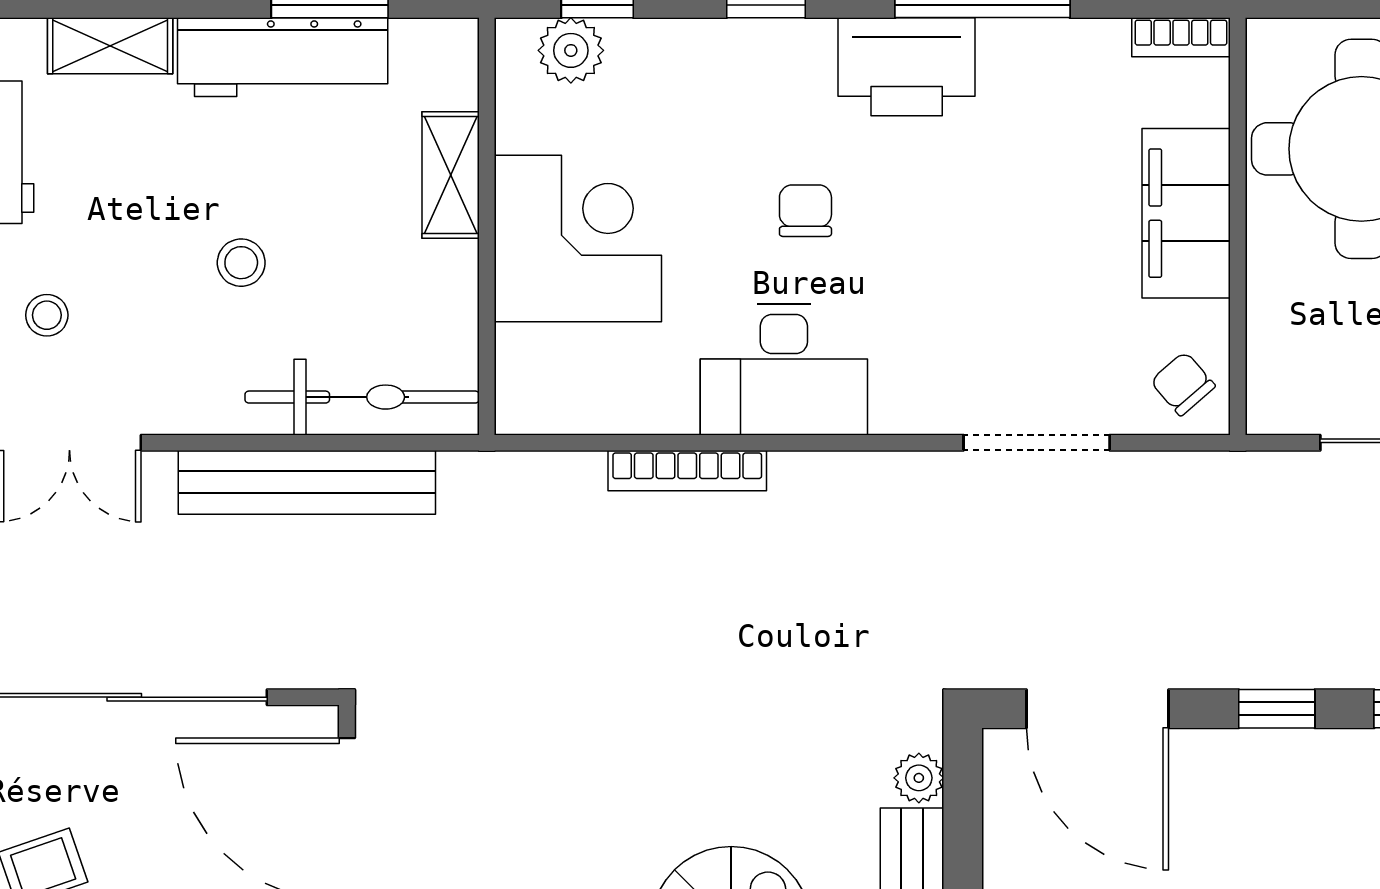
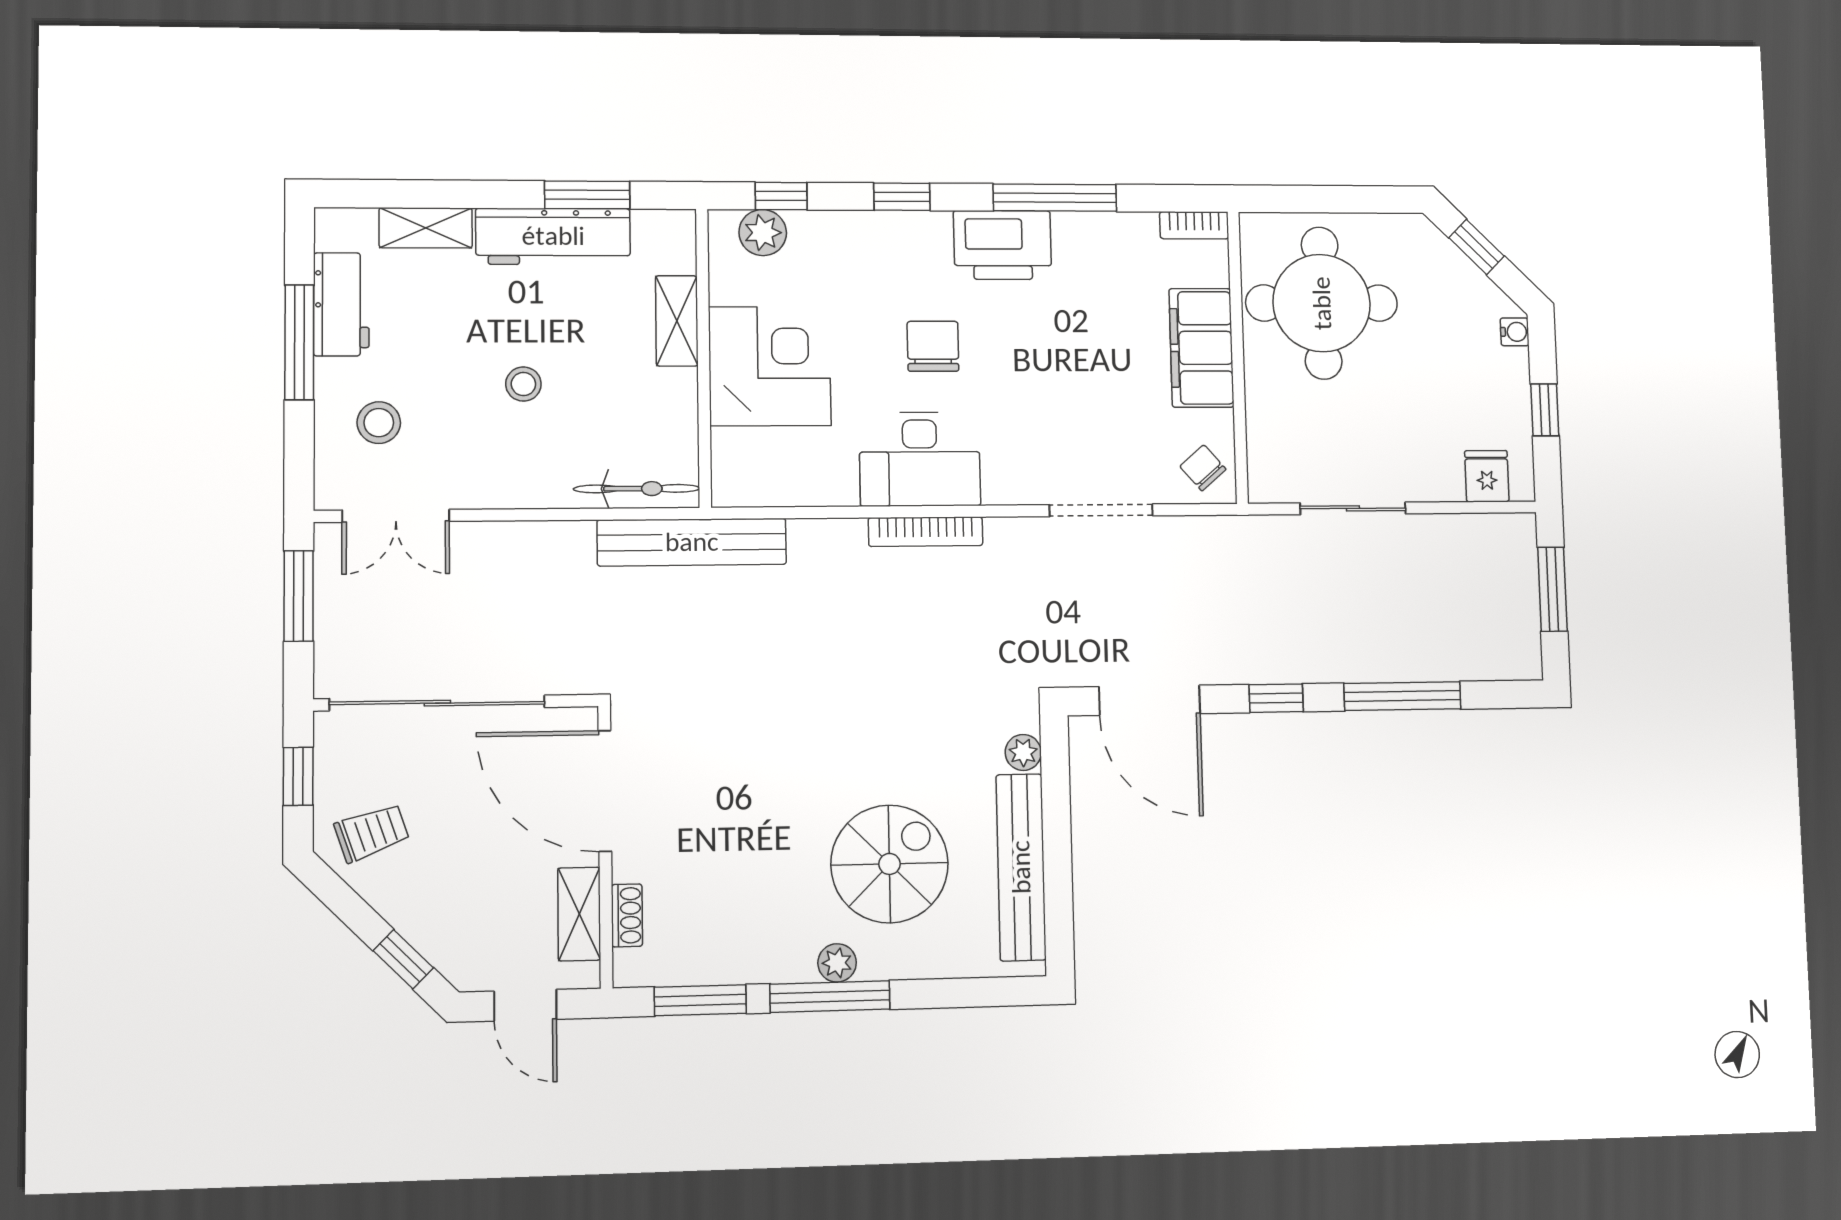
chair: (805, 211) -> (933, 346), width x1.37, depth x1.37
stool: (47, 315) -> (379, 423), width x1.37, depth x1.37
bicycle: (362, 397) -> (637, 489), width x0.73, depth x0.71
bookcase: (687, 471) -> (926, 532), moved
bench: (307, 482) -> (692, 542), moved

